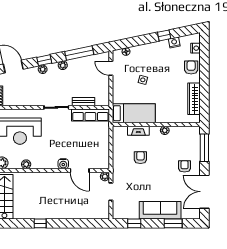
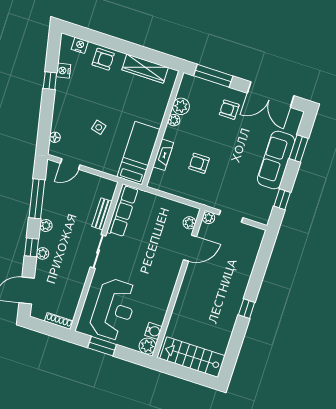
armchair: (191, 67) -> (103, 59), turned 180
plant: (176, 132) -> (181, 106), added
plant: (26, 164) -> (189, 223), moved
water cooler: (63, 164) -> (153, 331), moved
window: (40, 223) -> (247, 309), moved

